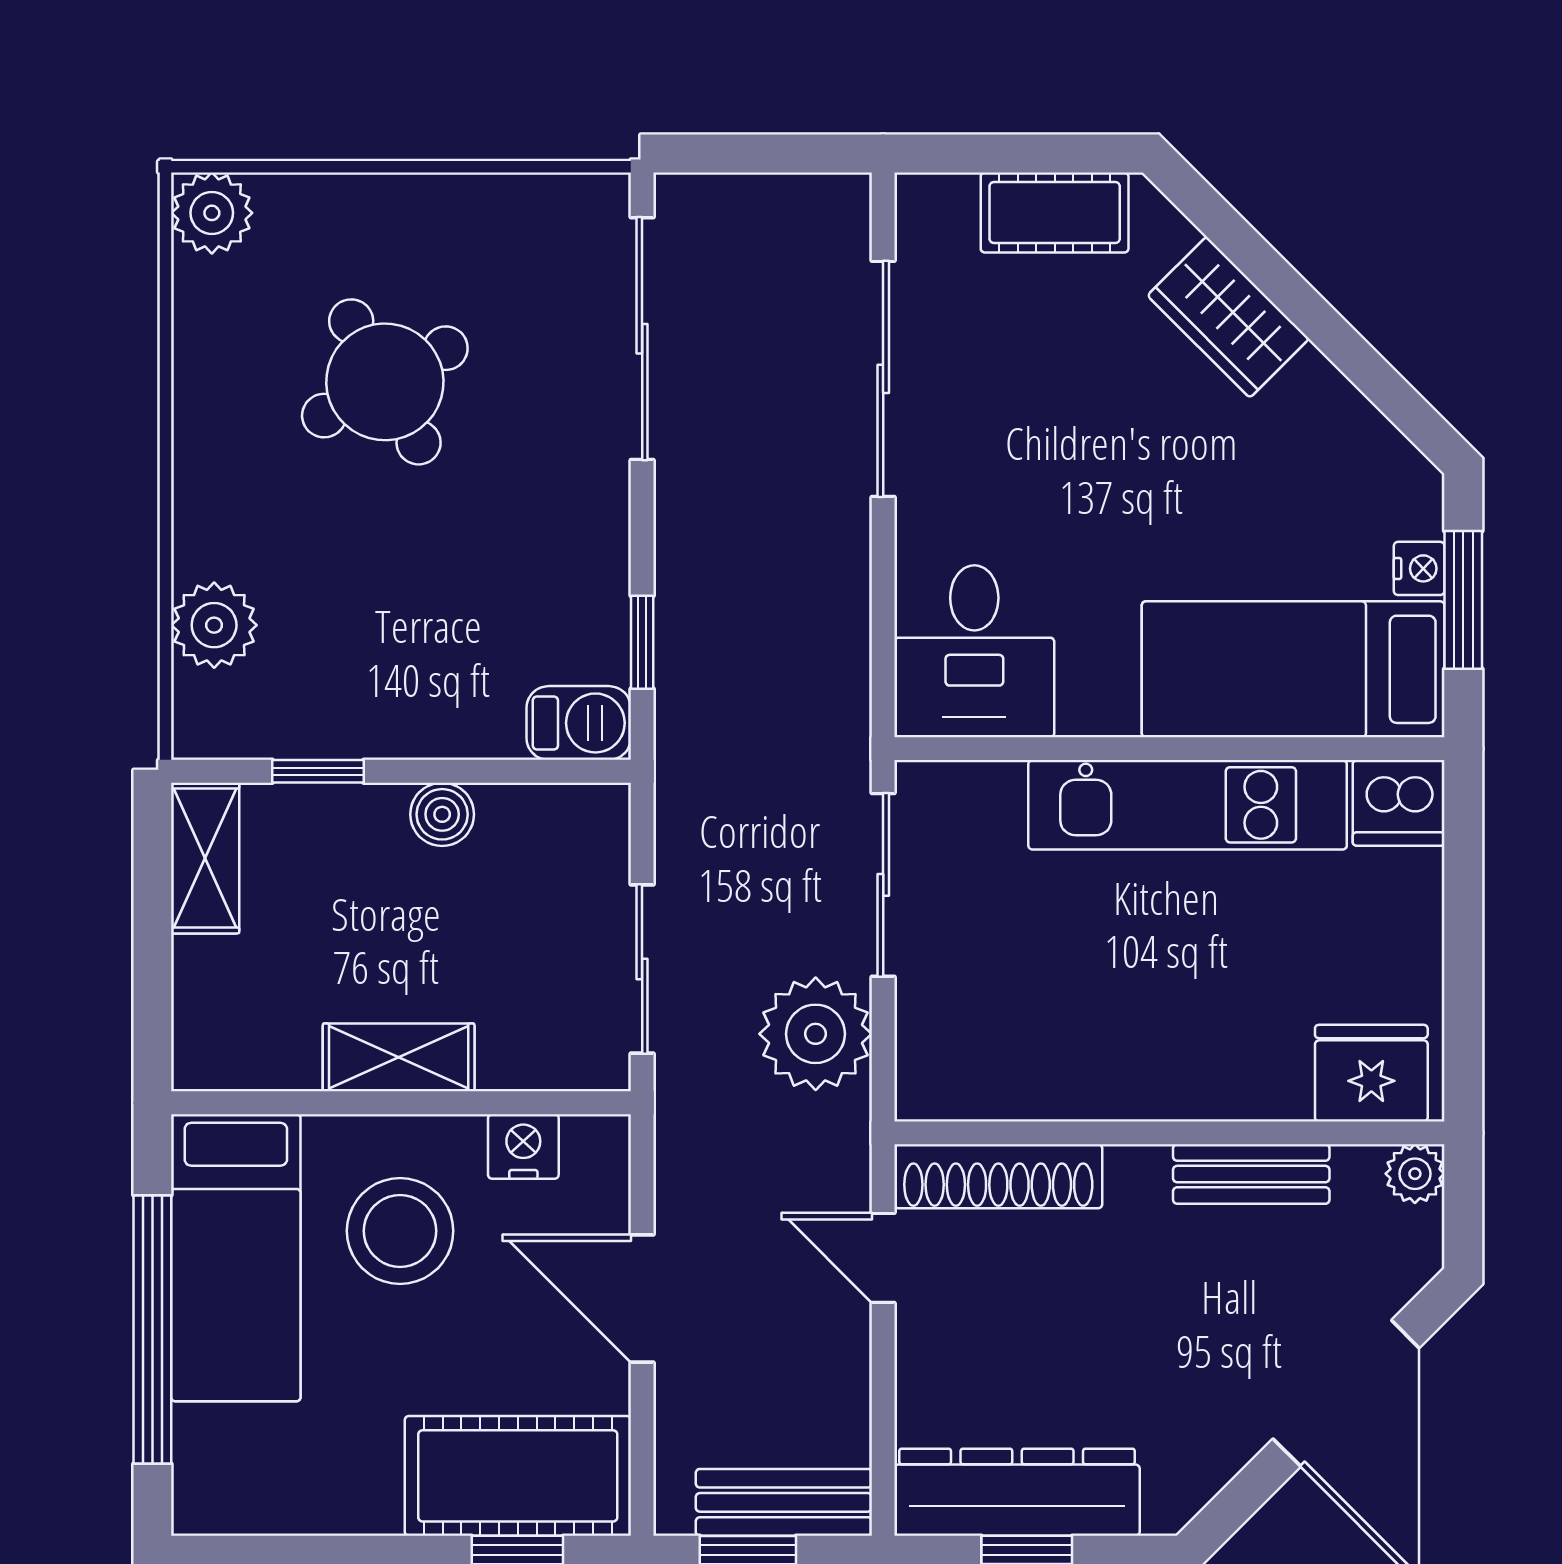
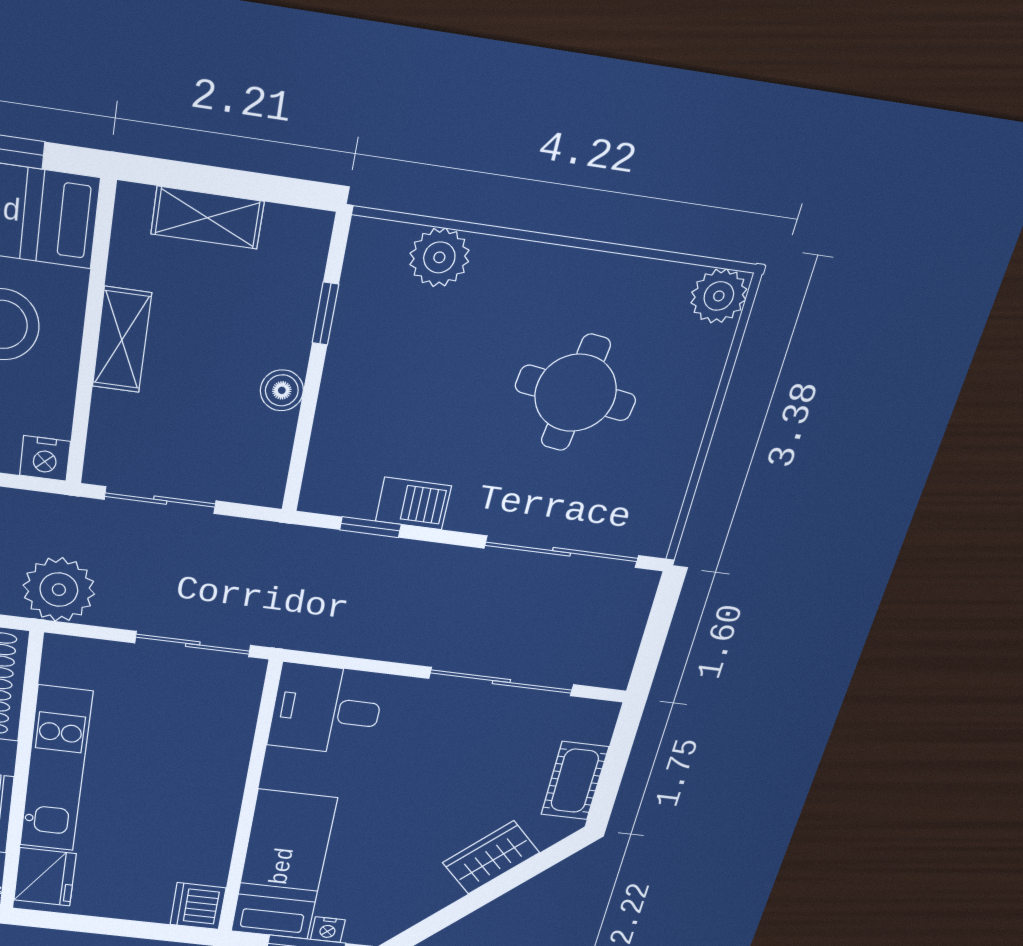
round table: (385, 382) -> (576, 393), turned 37
barbecue: (579, 723) -> (413, 503), moved, turned -90
kitchen unit: (1188, 805) -> (56, 770), moved, turned 180
shelving: (205, 858) -> (207, 218), moved
plant: (816, 1034) -> (59, 590), moved
nightstand: (523, 1146) -> (45, 458), moved, turned 90

